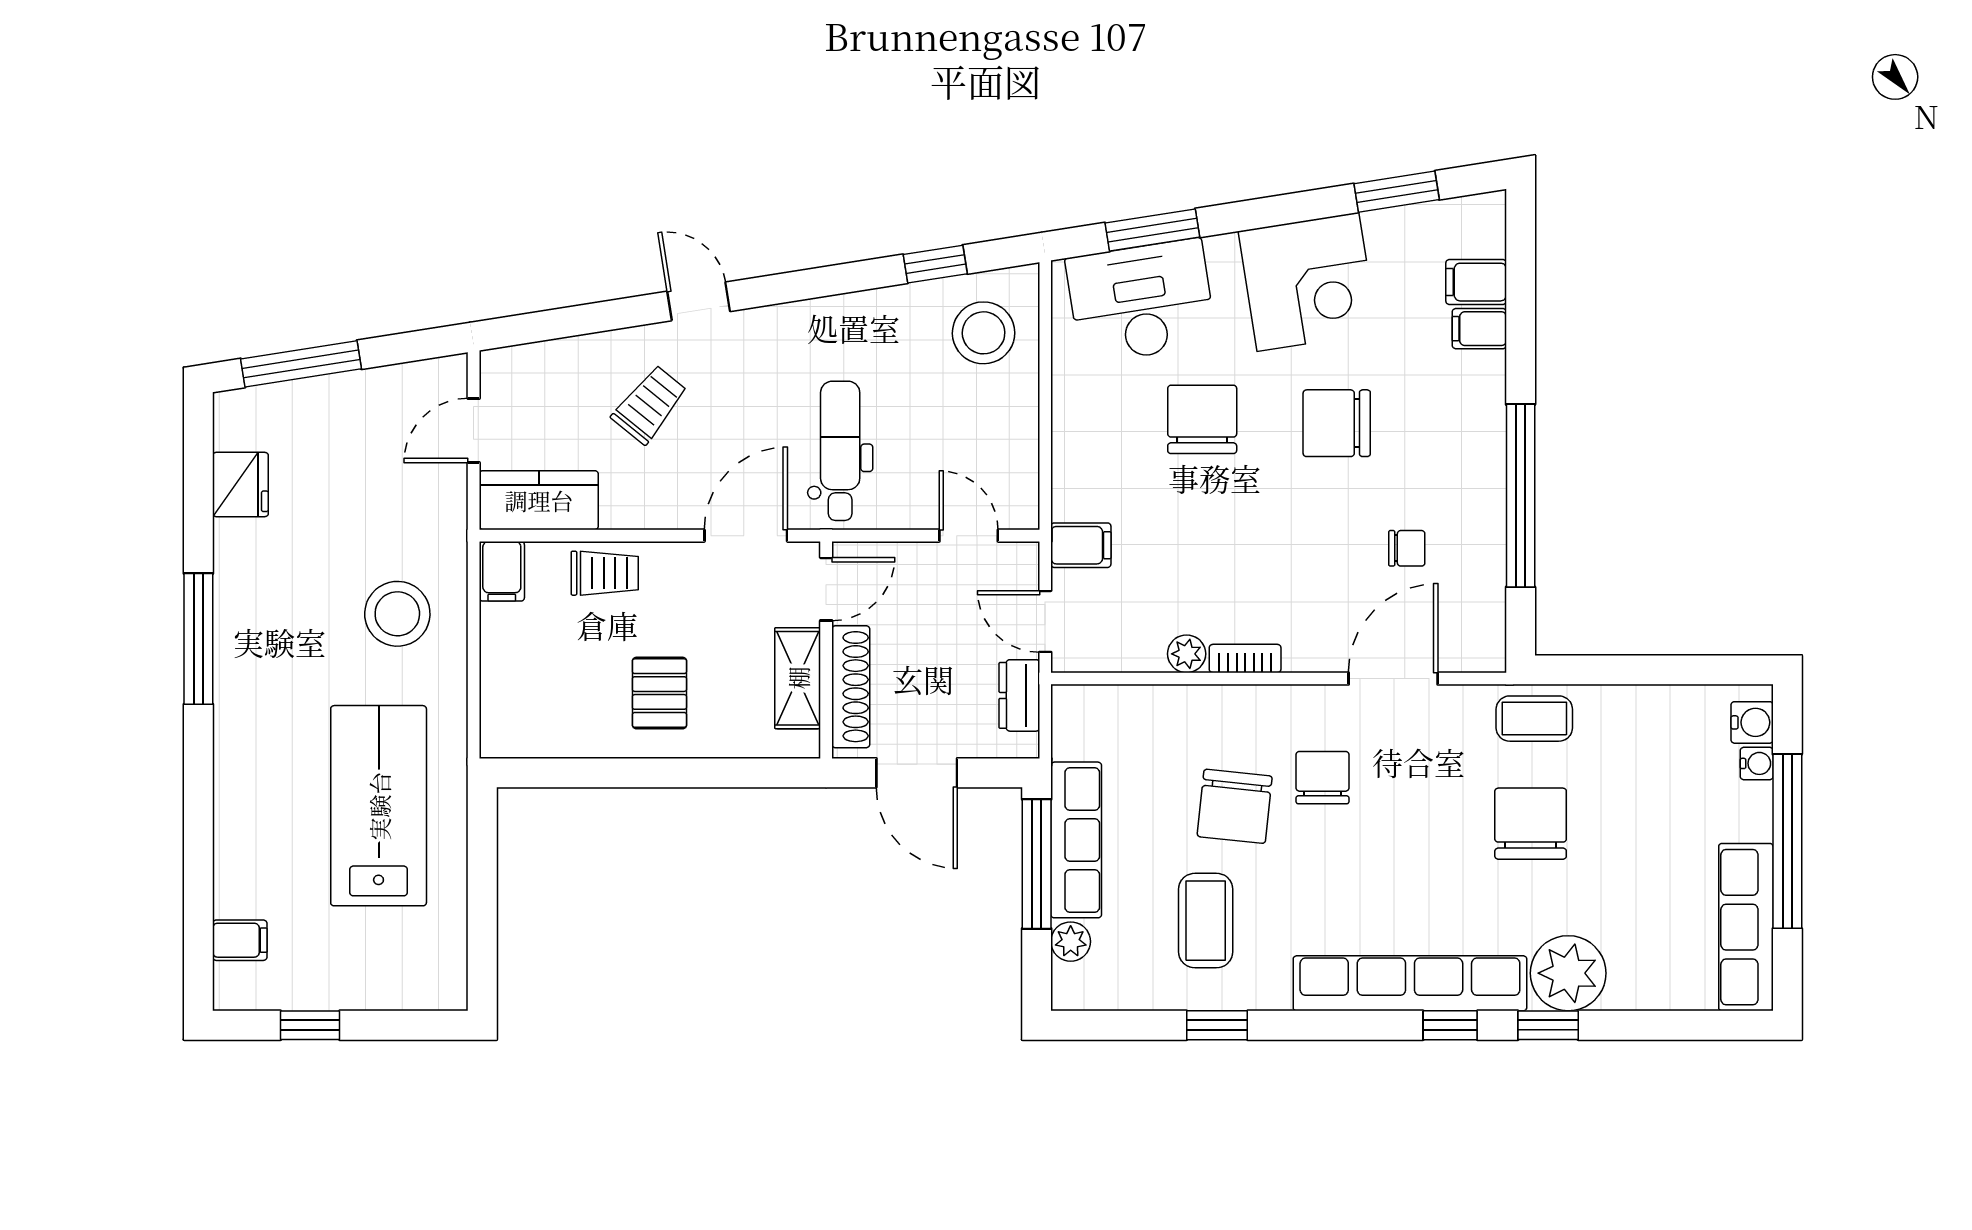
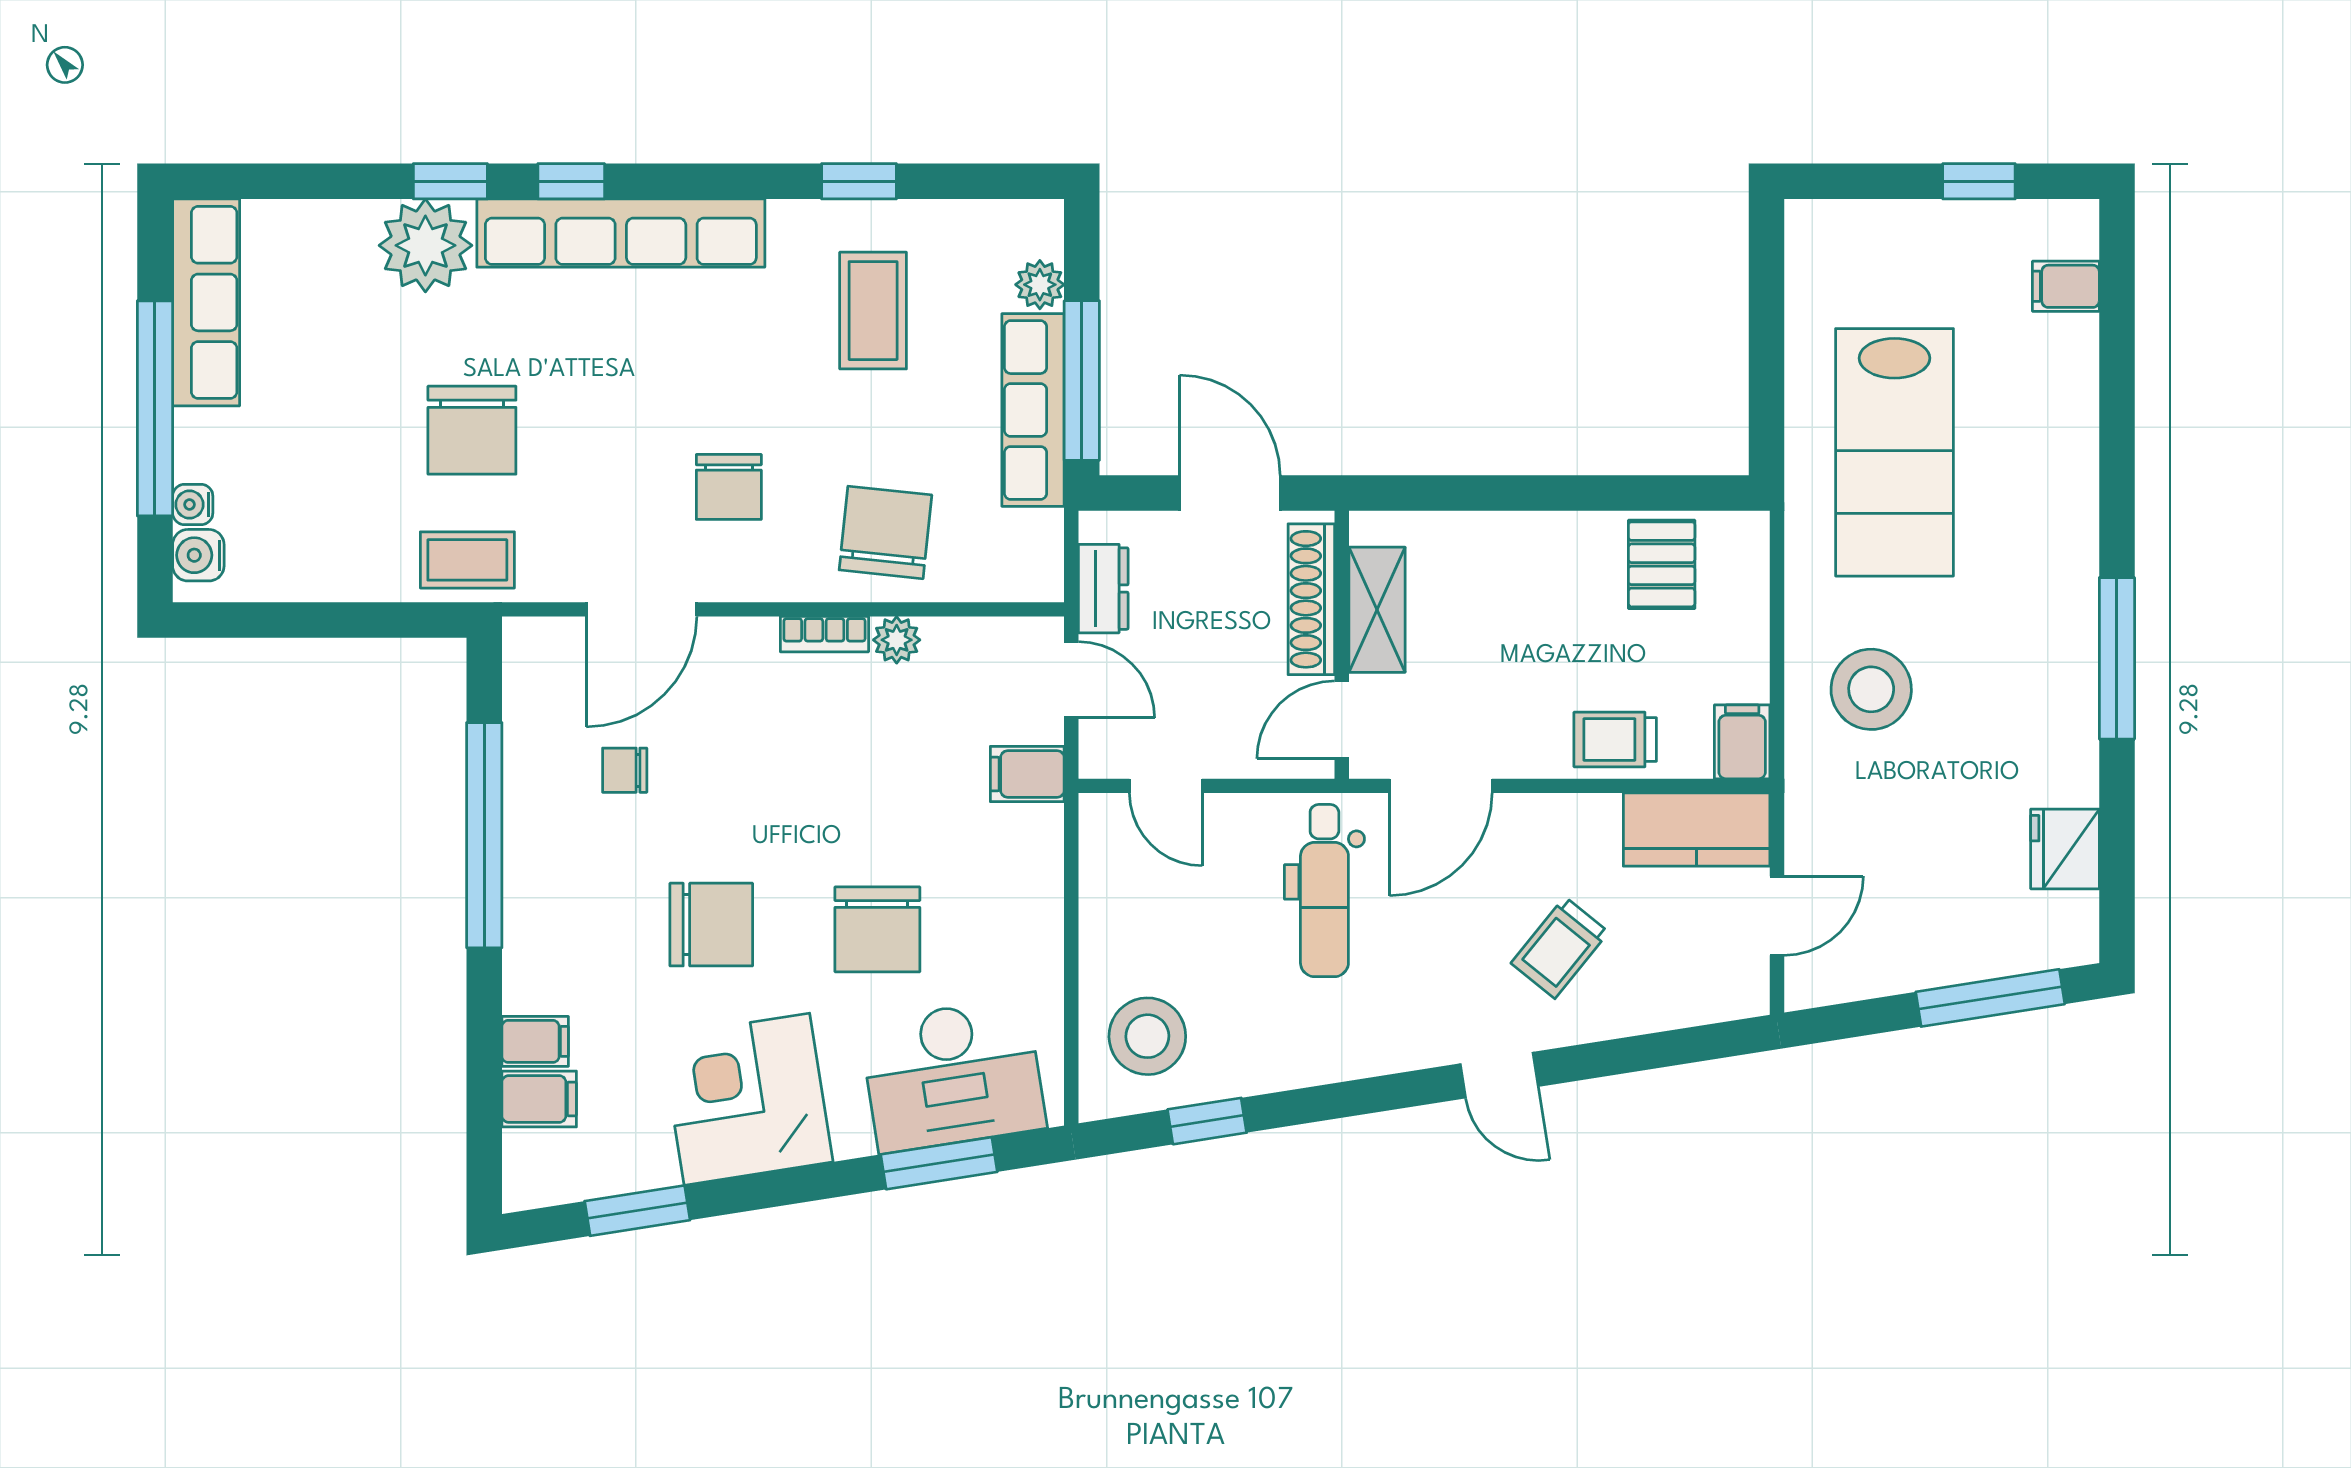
pallet: (659, 693) -> (1662, 564), moved
chair: (1235, 806) -> (885, 532), moved

